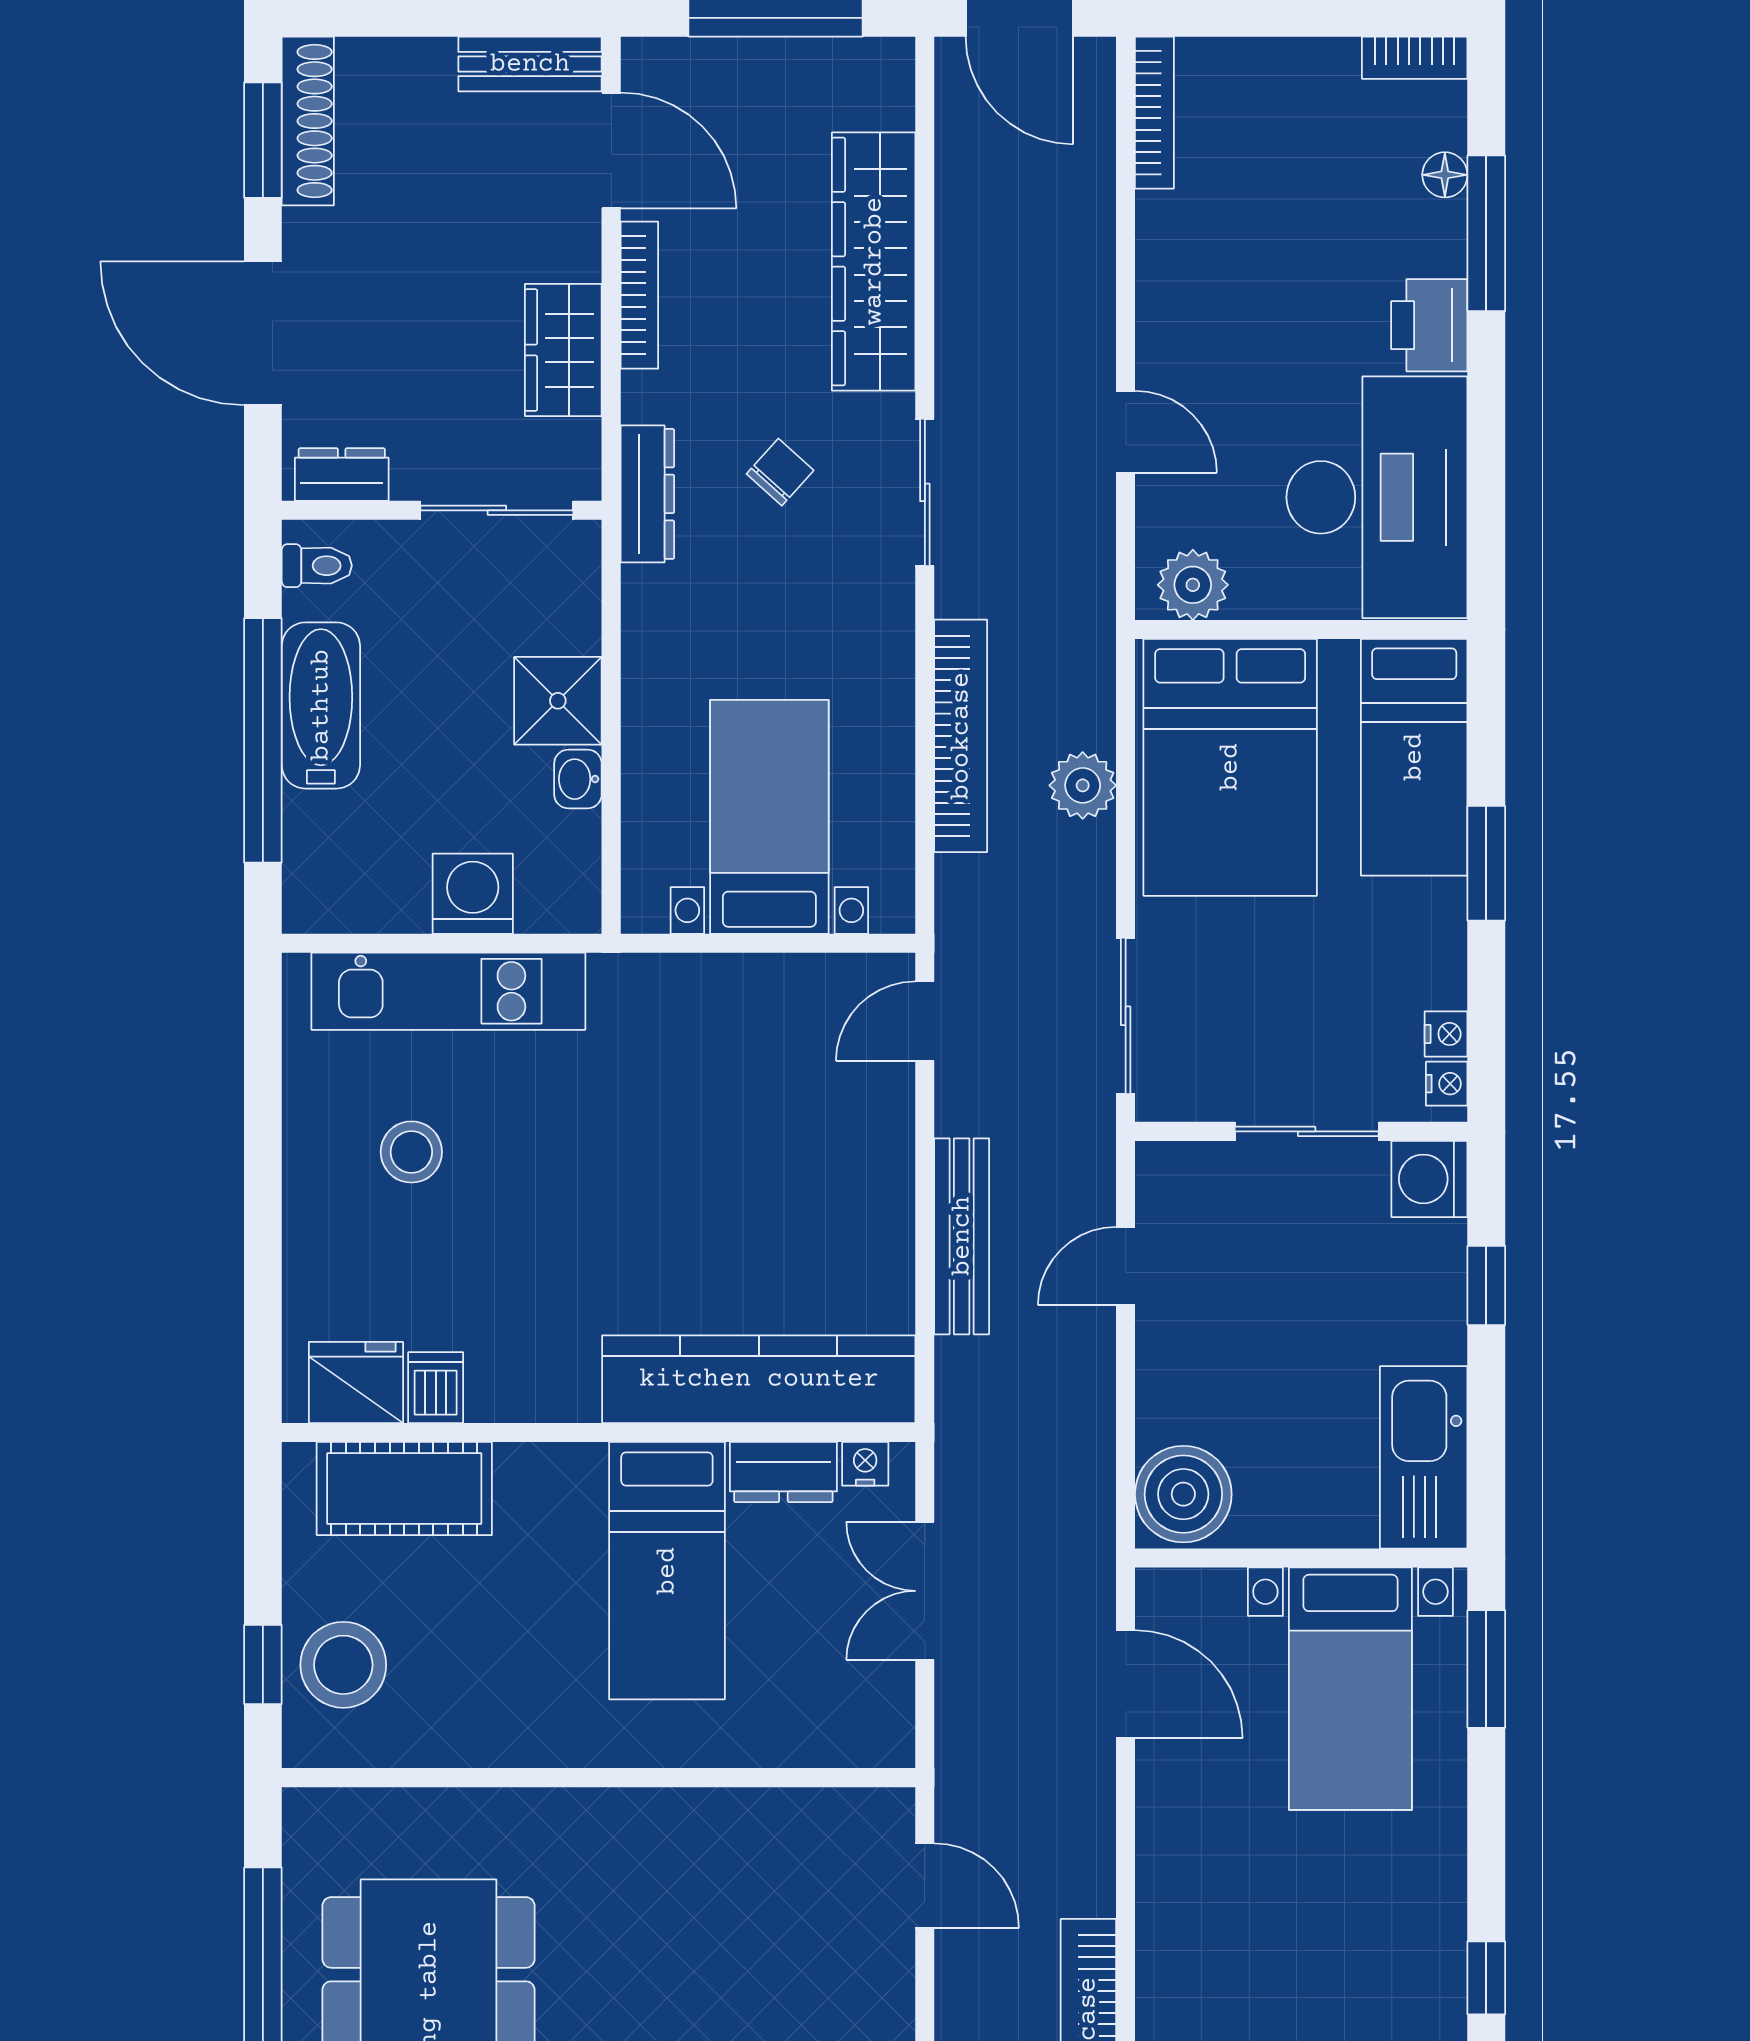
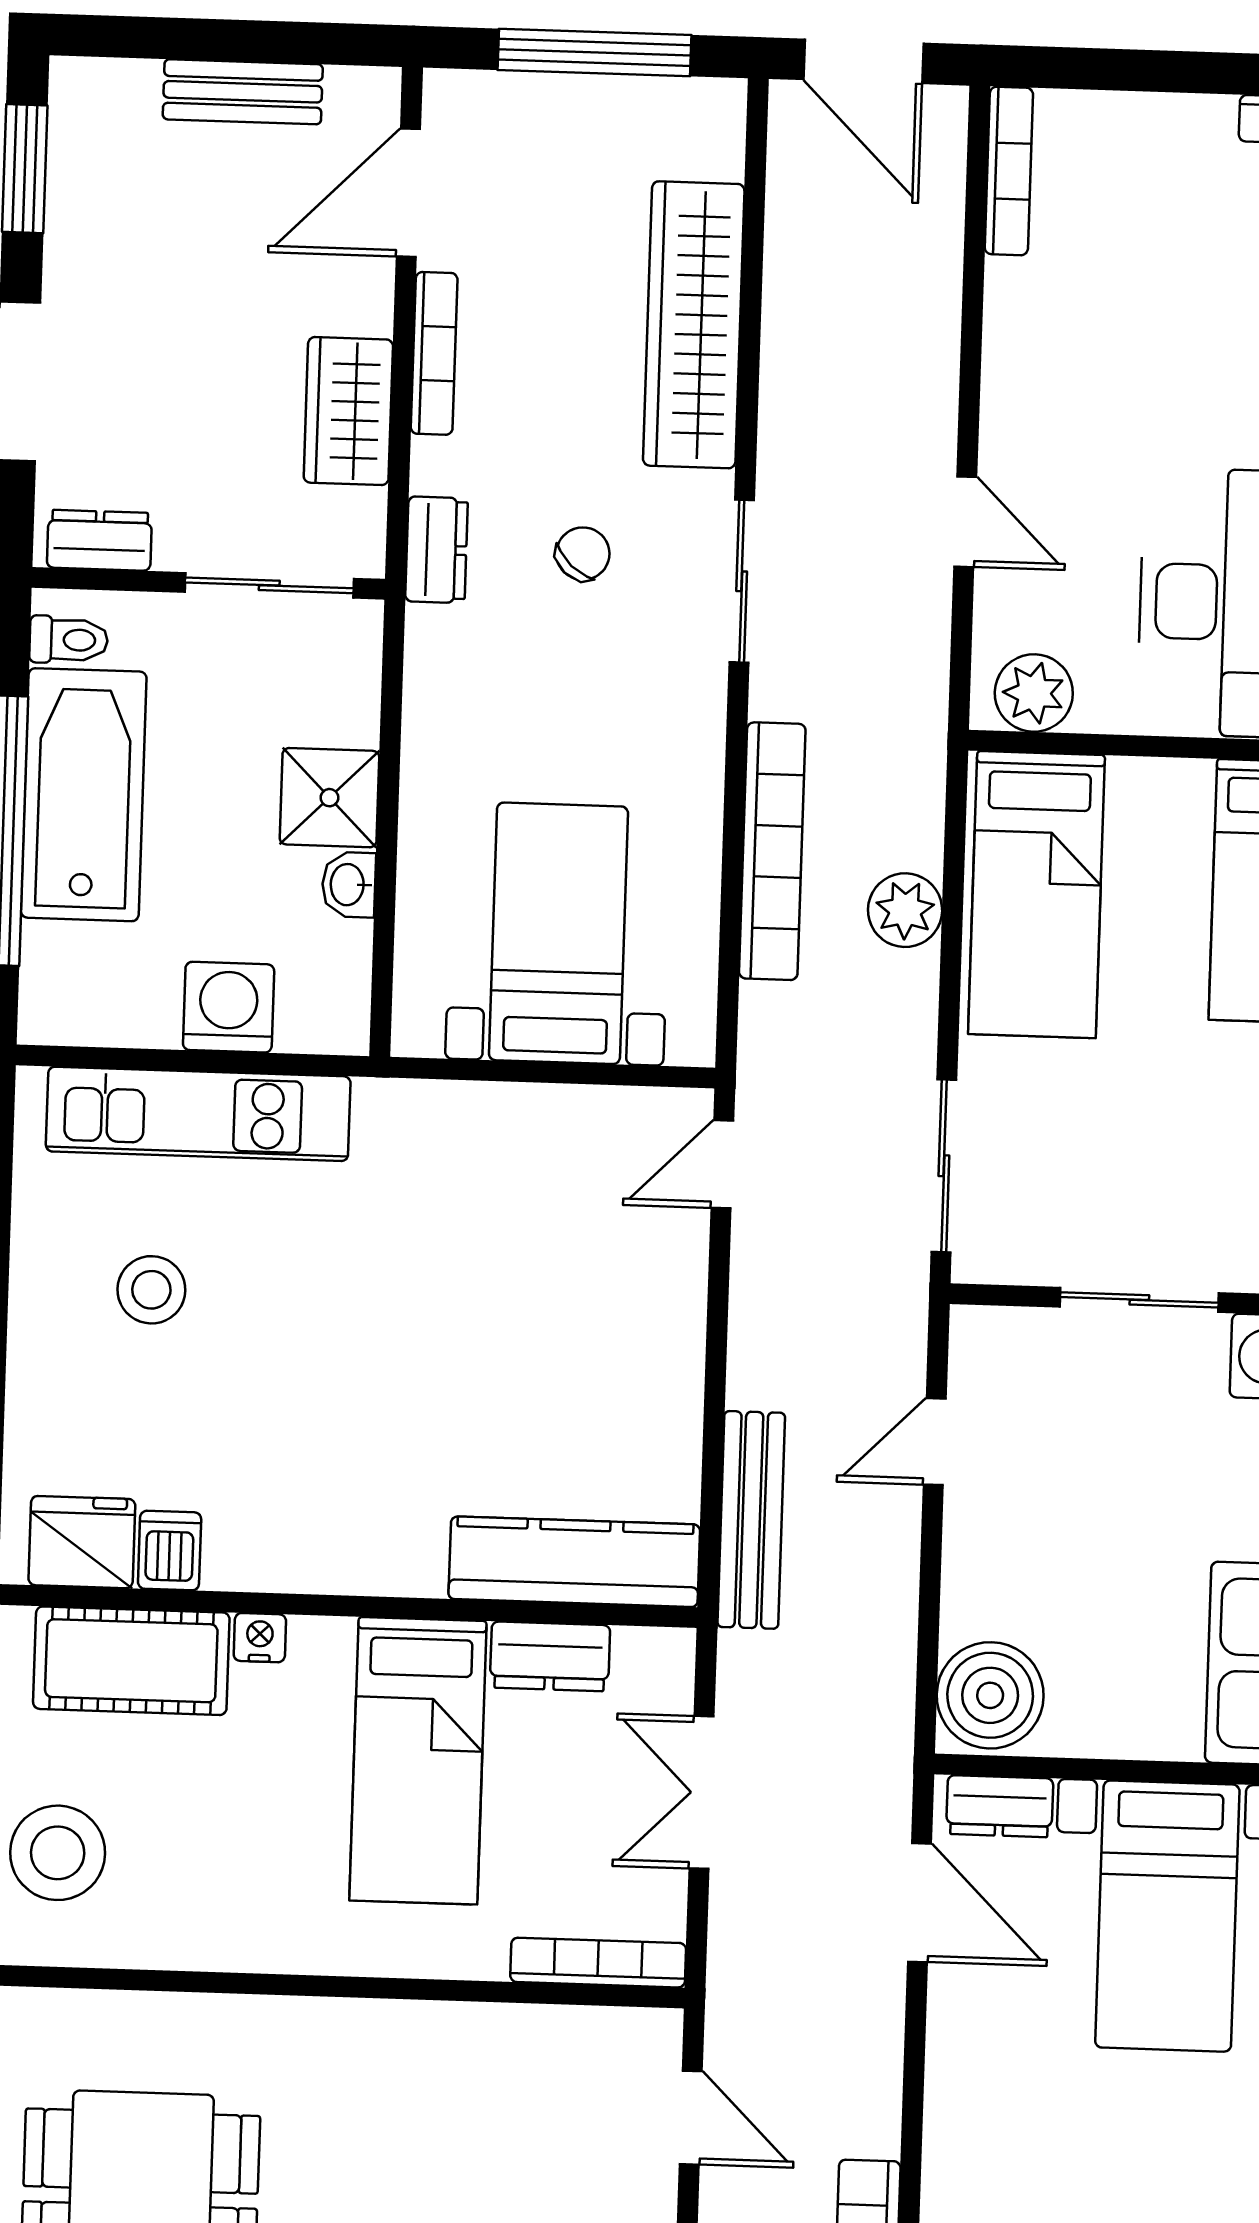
bench: (530, 64) -> (243, 92), moved
shoe rack: (308, 121) -> (75, 149), removed
door: (611, 150) -> (408, 193), swing flipped
dresser: (647, 494) -> (436, 550), width x0.70
bathtub: (321, 705) -> (84, 795), width x1.36, depth x1.36
bed: (1230, 767) -> (1036, 895), width x0.67
bench: (962, 1236) -> (751, 1520), moved
kitchen counter: (759, 1379) -> (574, 1562), width x0.72, depth x0.86
nightstand: (865, 1464) -> (260, 1638), moved
dresser: (1195, 1594) -> (1000, 1806), added
bookcase: (836, 1748) -> (598, 1963), added

